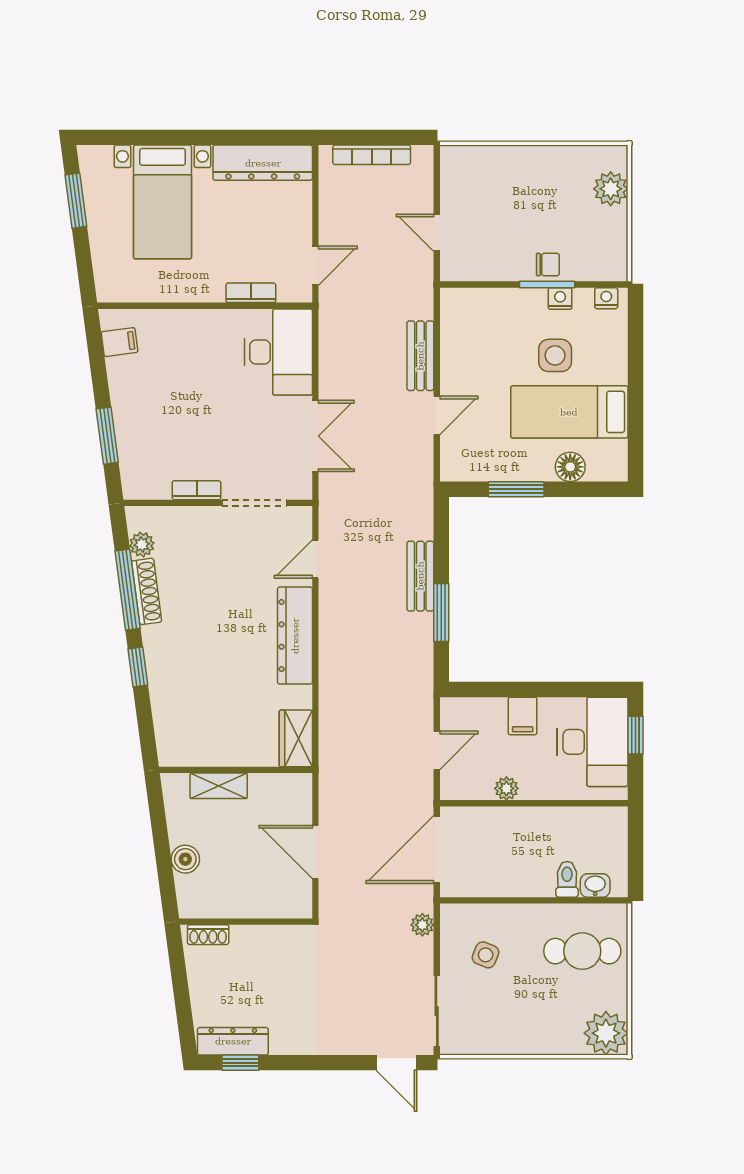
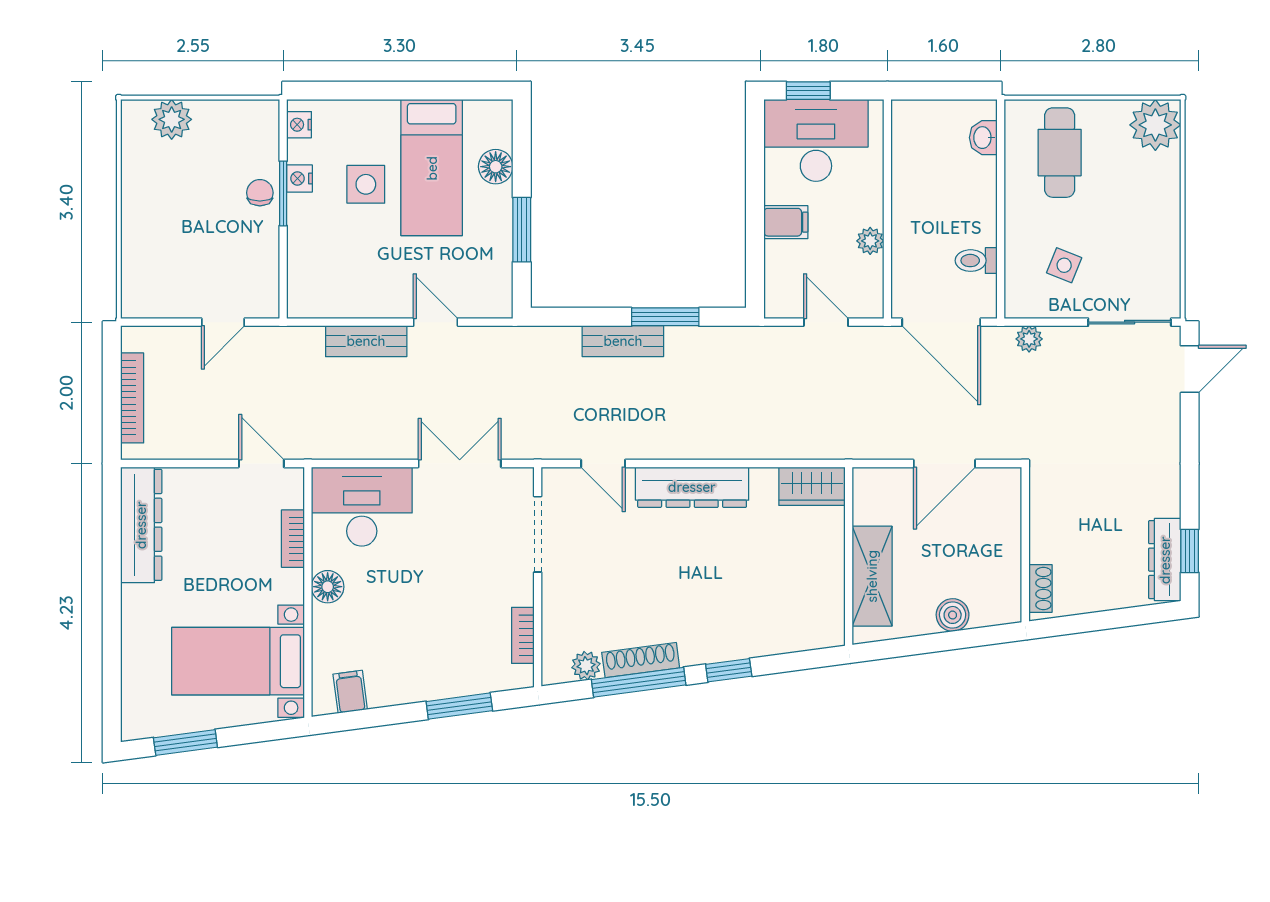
bed with nightstands: (162, 202) -> (238, 661), moved, turned 180
floor lamp: (210, 323) -> (328, 587), added
bookcase: (197, 490) -> (523, 635), moved
shelving: (219, 786) -> (872, 576), width x1.50, depth x1.33
toilet: (567, 879) -> (976, 261), moved

